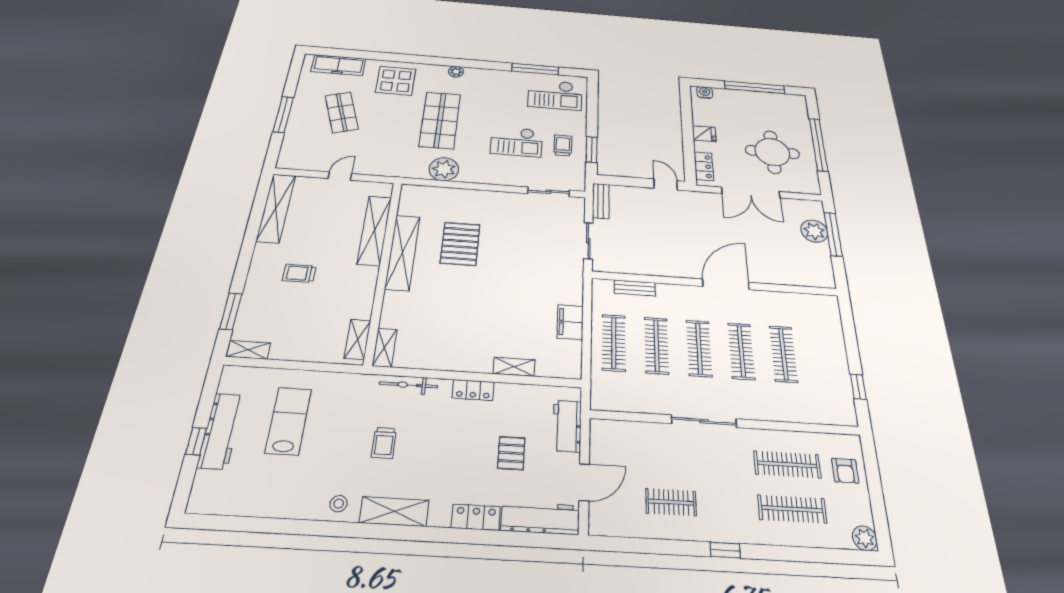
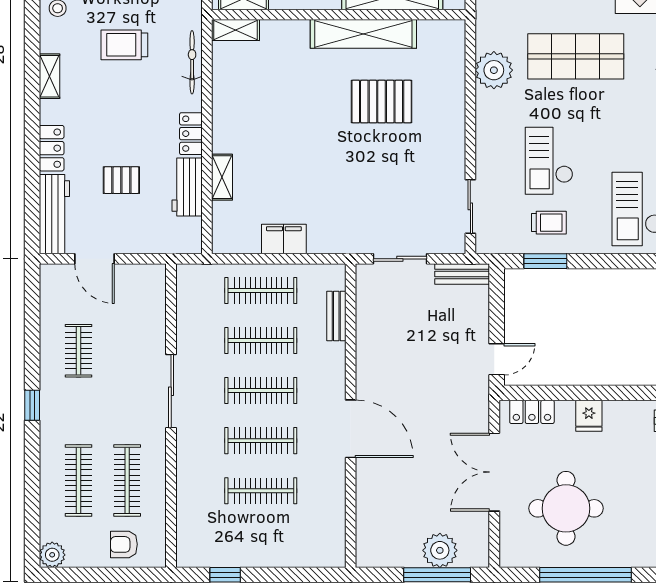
workbench: (567, 426) -> (187, 187), moved, turned -90
trolley: (384, 443) -> (124, 45), width x1.36, depth x1.39
shelving: (394, 511) -> (49, 76), width x0.67, depth x0.75

